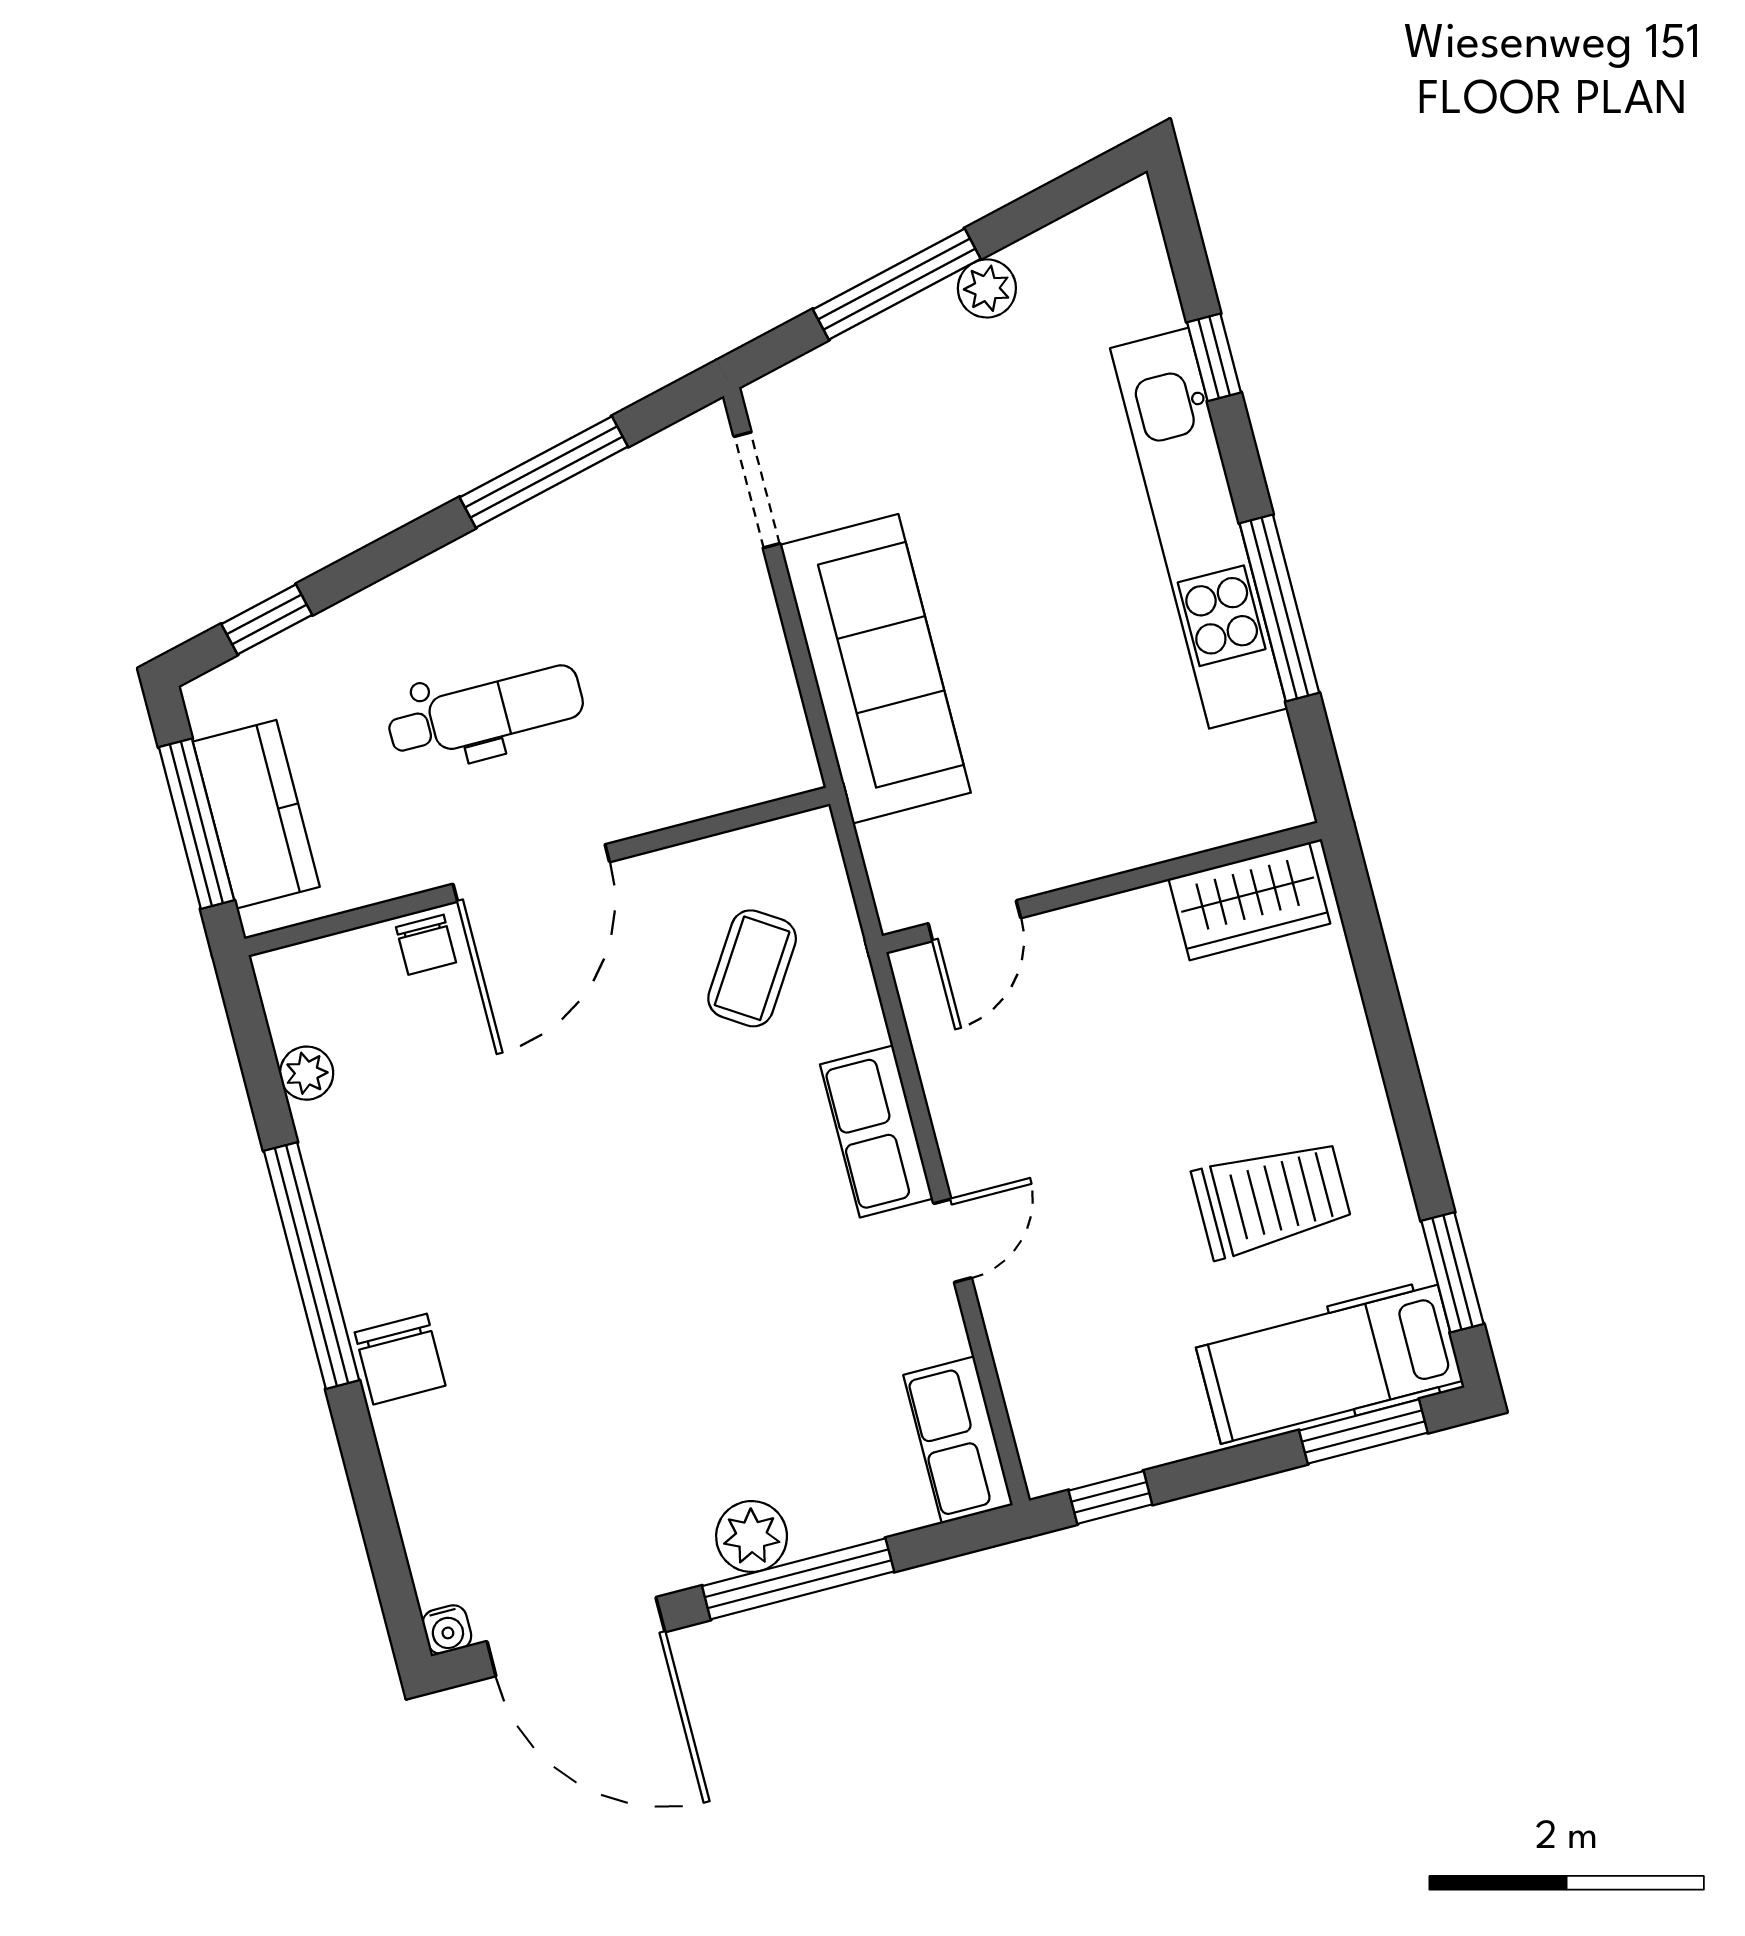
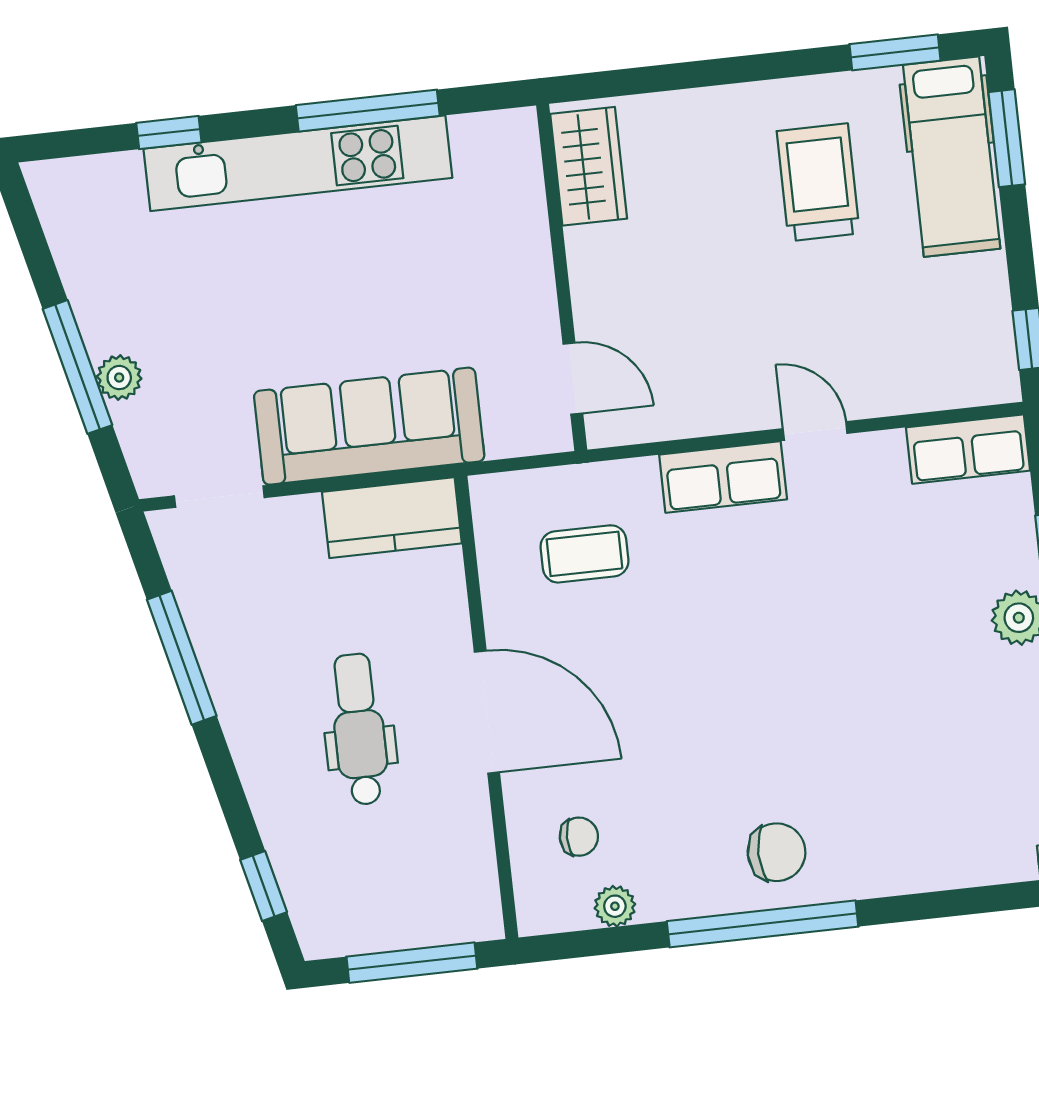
plant: (987, 288) -> (119, 378), moved
kitchen counter: (256, 814) -> (392, 518), moved, turned 180
chair: (426, 945) -> (579, 837), moved
coffee table: (752, 968) -> (584, 554), turned -33
chair: (400, 1359) -> (777, 852), moved

